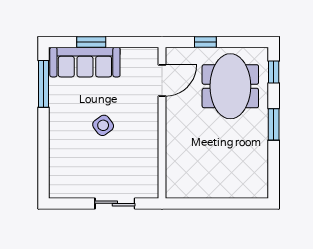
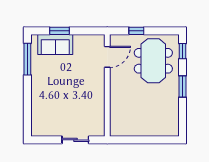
sofa: (85, 62) -> (55, 44), width x0.73
side table: (103, 125) -> (68, 87), removed

